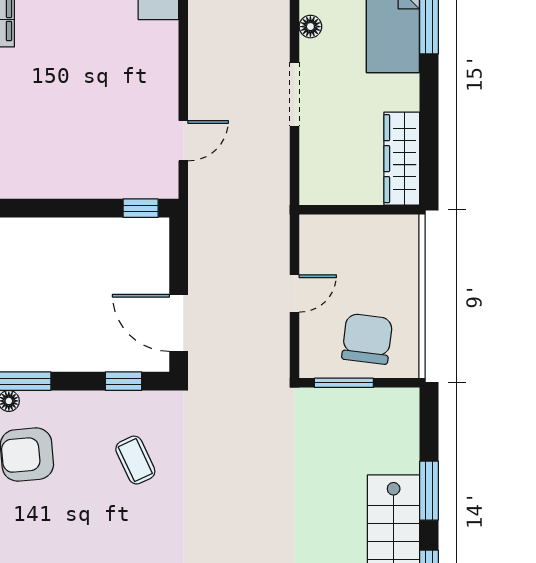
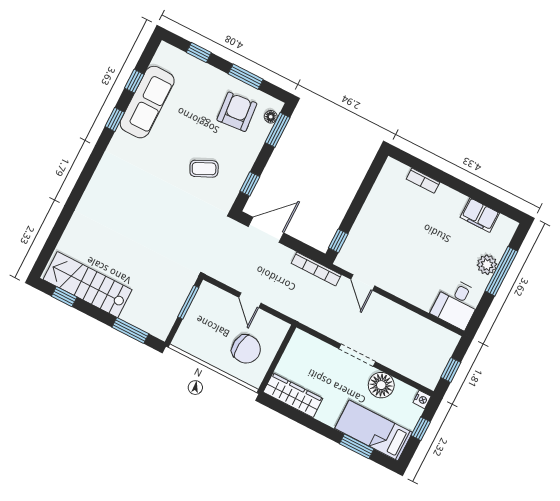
floor lamp: (310, 27) -> (381, 385), width x1.89, depth x1.89
bookcase: (199, 219) -> (316, 269), added
chair: (367, 339) -> (246, 349), moved
window: (429, 491) -> (130, 331), moved

